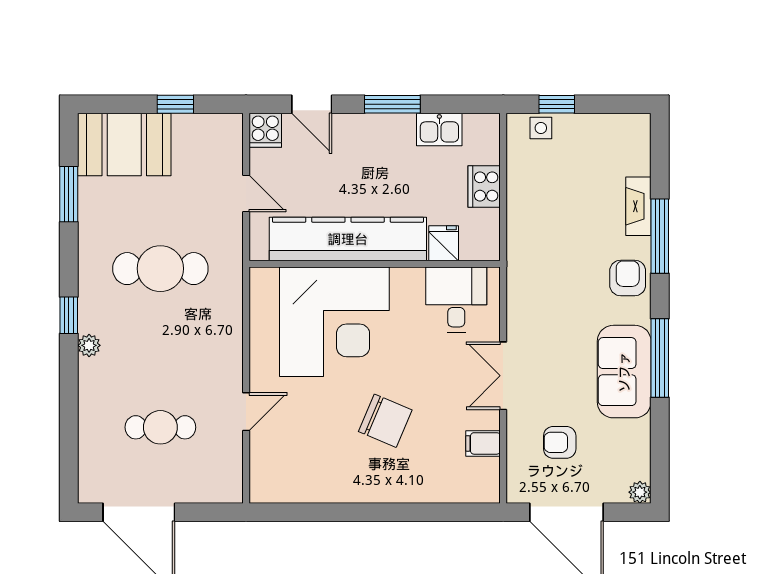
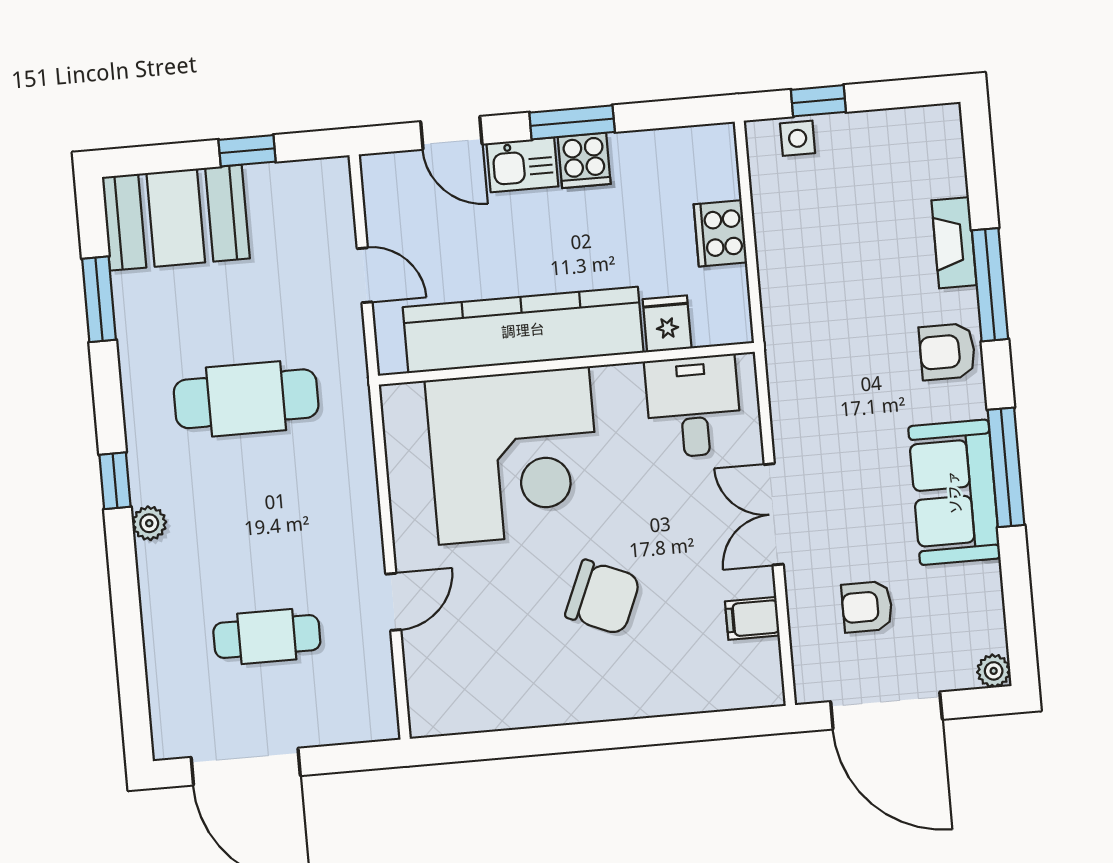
cooker: (265, 130) -> (584, 160), moved
kitchen sink: (439, 130) -> (522, 165), moved
armchair: (628, 278) -> (947, 352), turned -90

